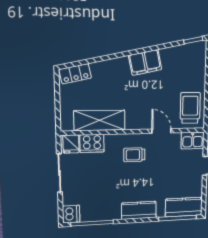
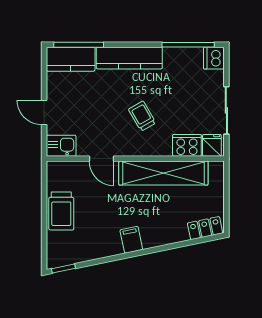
filing cabinet: (145, 62) -> (131, 240), width x0.50
trolley: (190, 108) -> (61, 211), moved
shelving: (100, 120) -> (163, 173), width x1.47
trolley: (134, 155) -> (142, 116), moved, turned -120
kitchen counter: (139, 210) -> (129, 58), width x1.50

